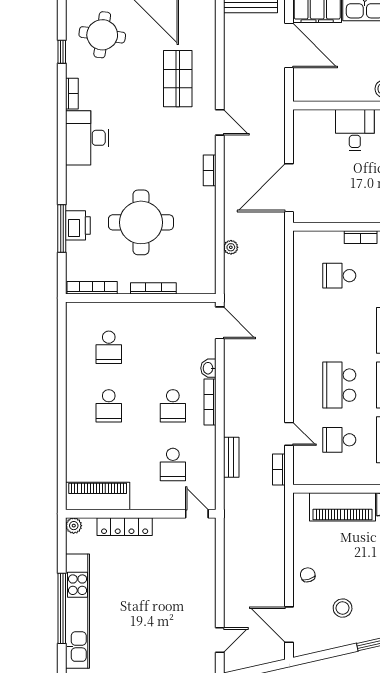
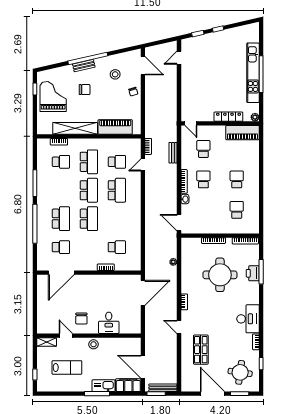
door: (289, 434) -> (143, 165), hinge flipped

